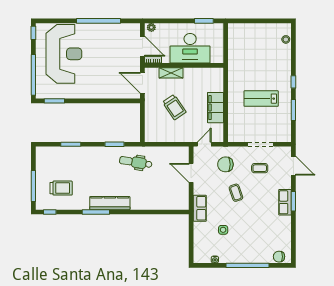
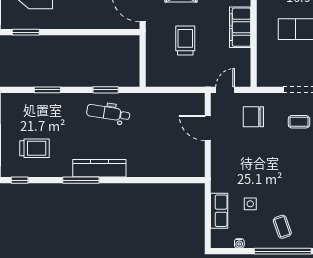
trolley: (174, 107) -> (185, 40), turned -146
filing cabinet: (215, 108) -> (240, 27), moved
dental chair: (136, 162) -> (108, 113), moved
coffee table: (236, 193) -> (282, 227), moved
row of seats: (200, 208) -> (219, 211), moved

